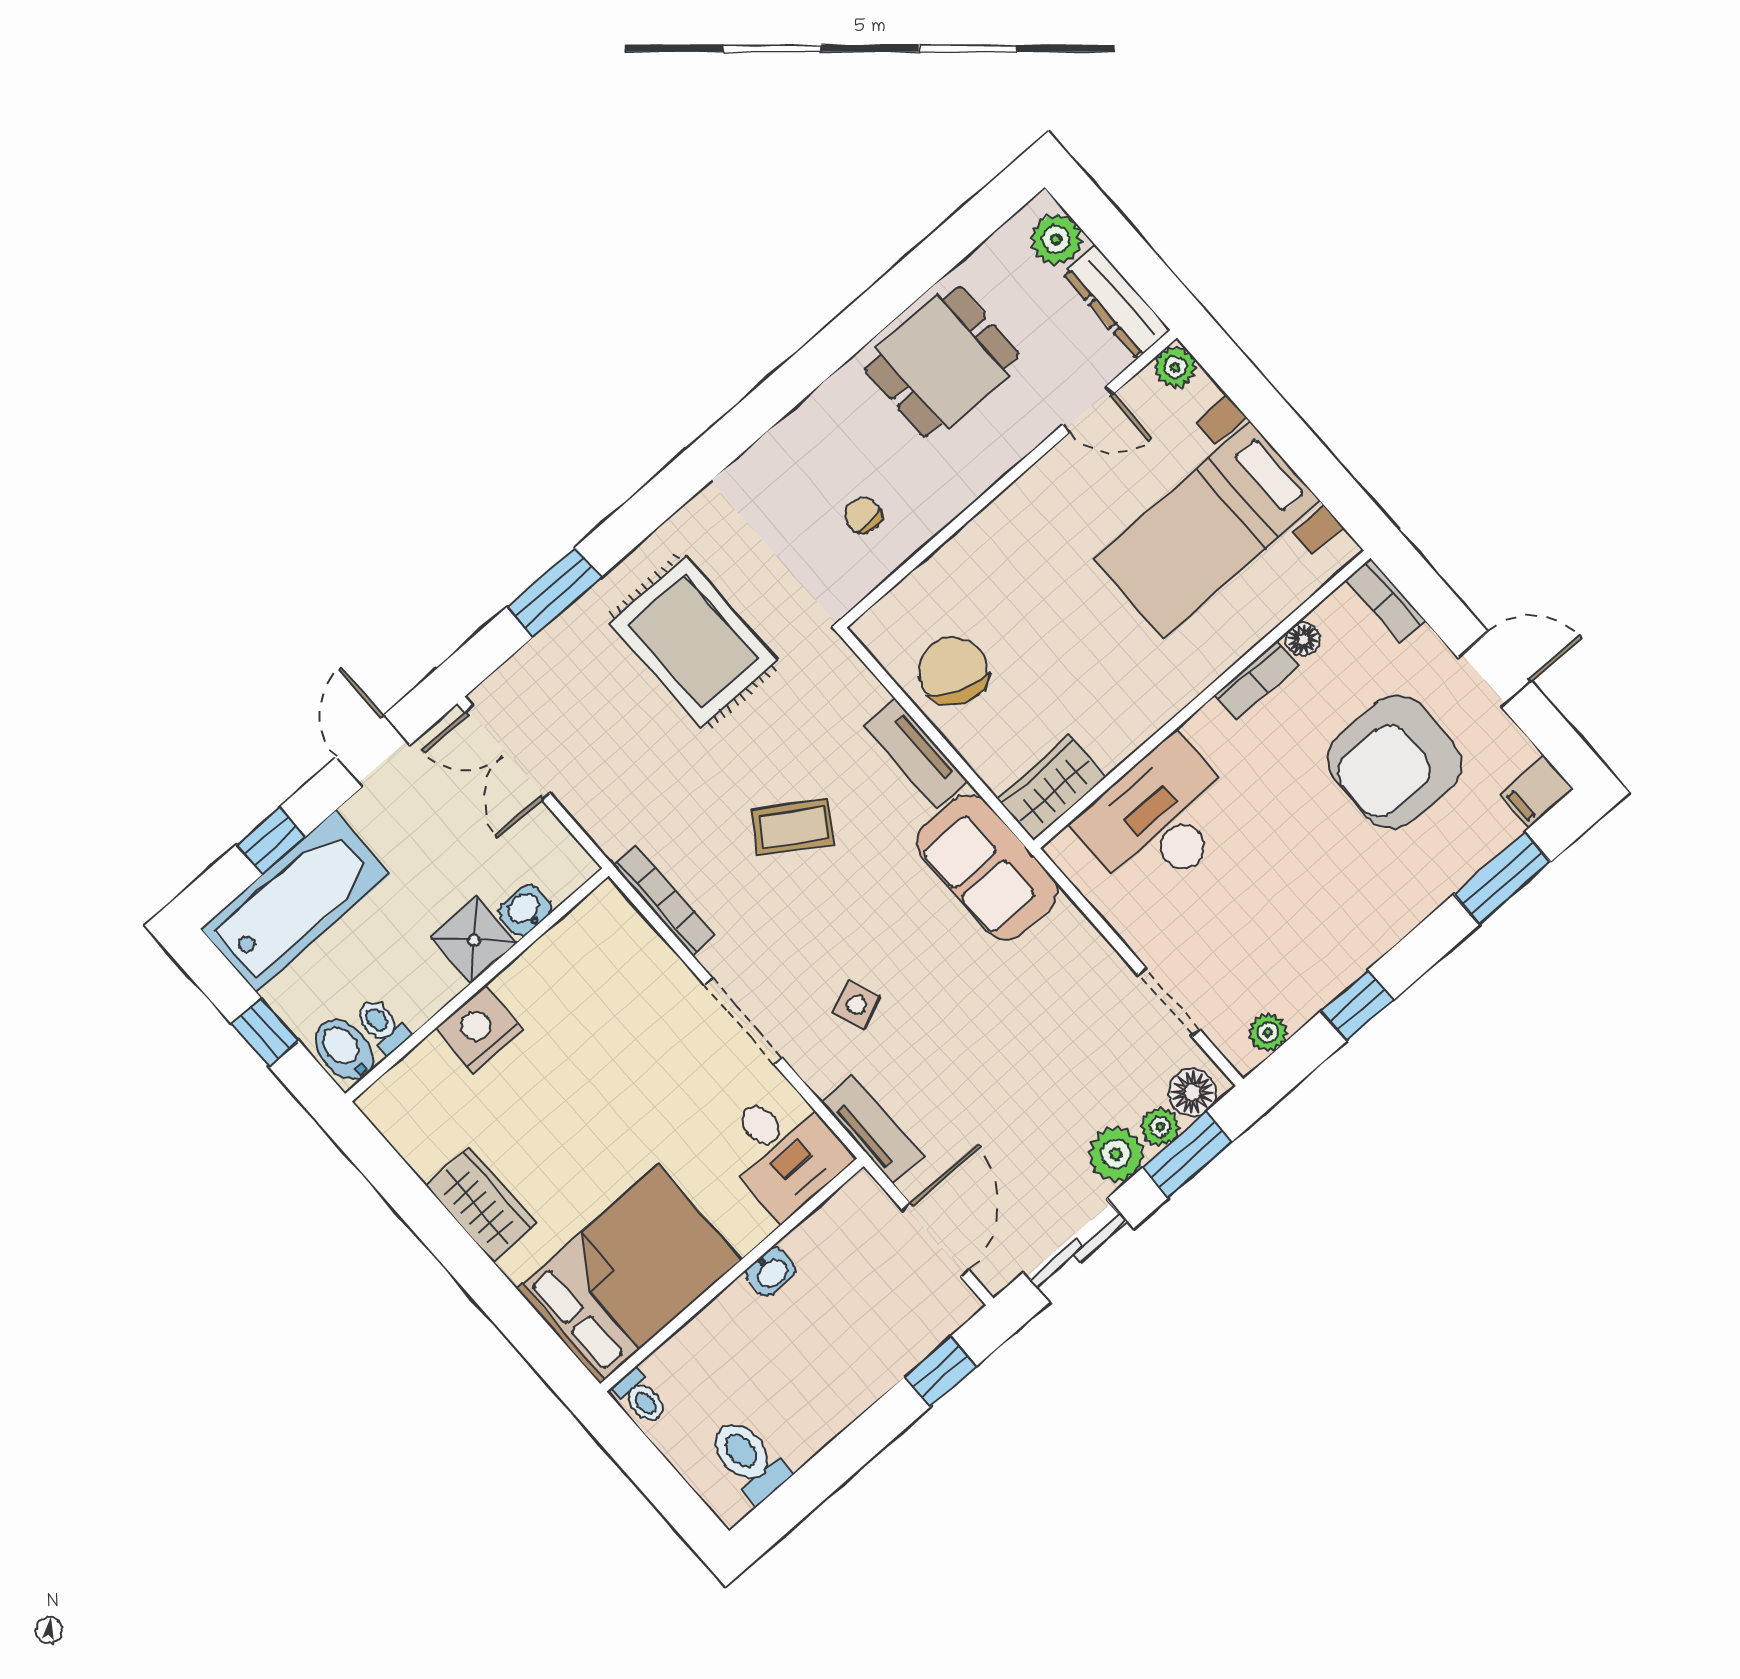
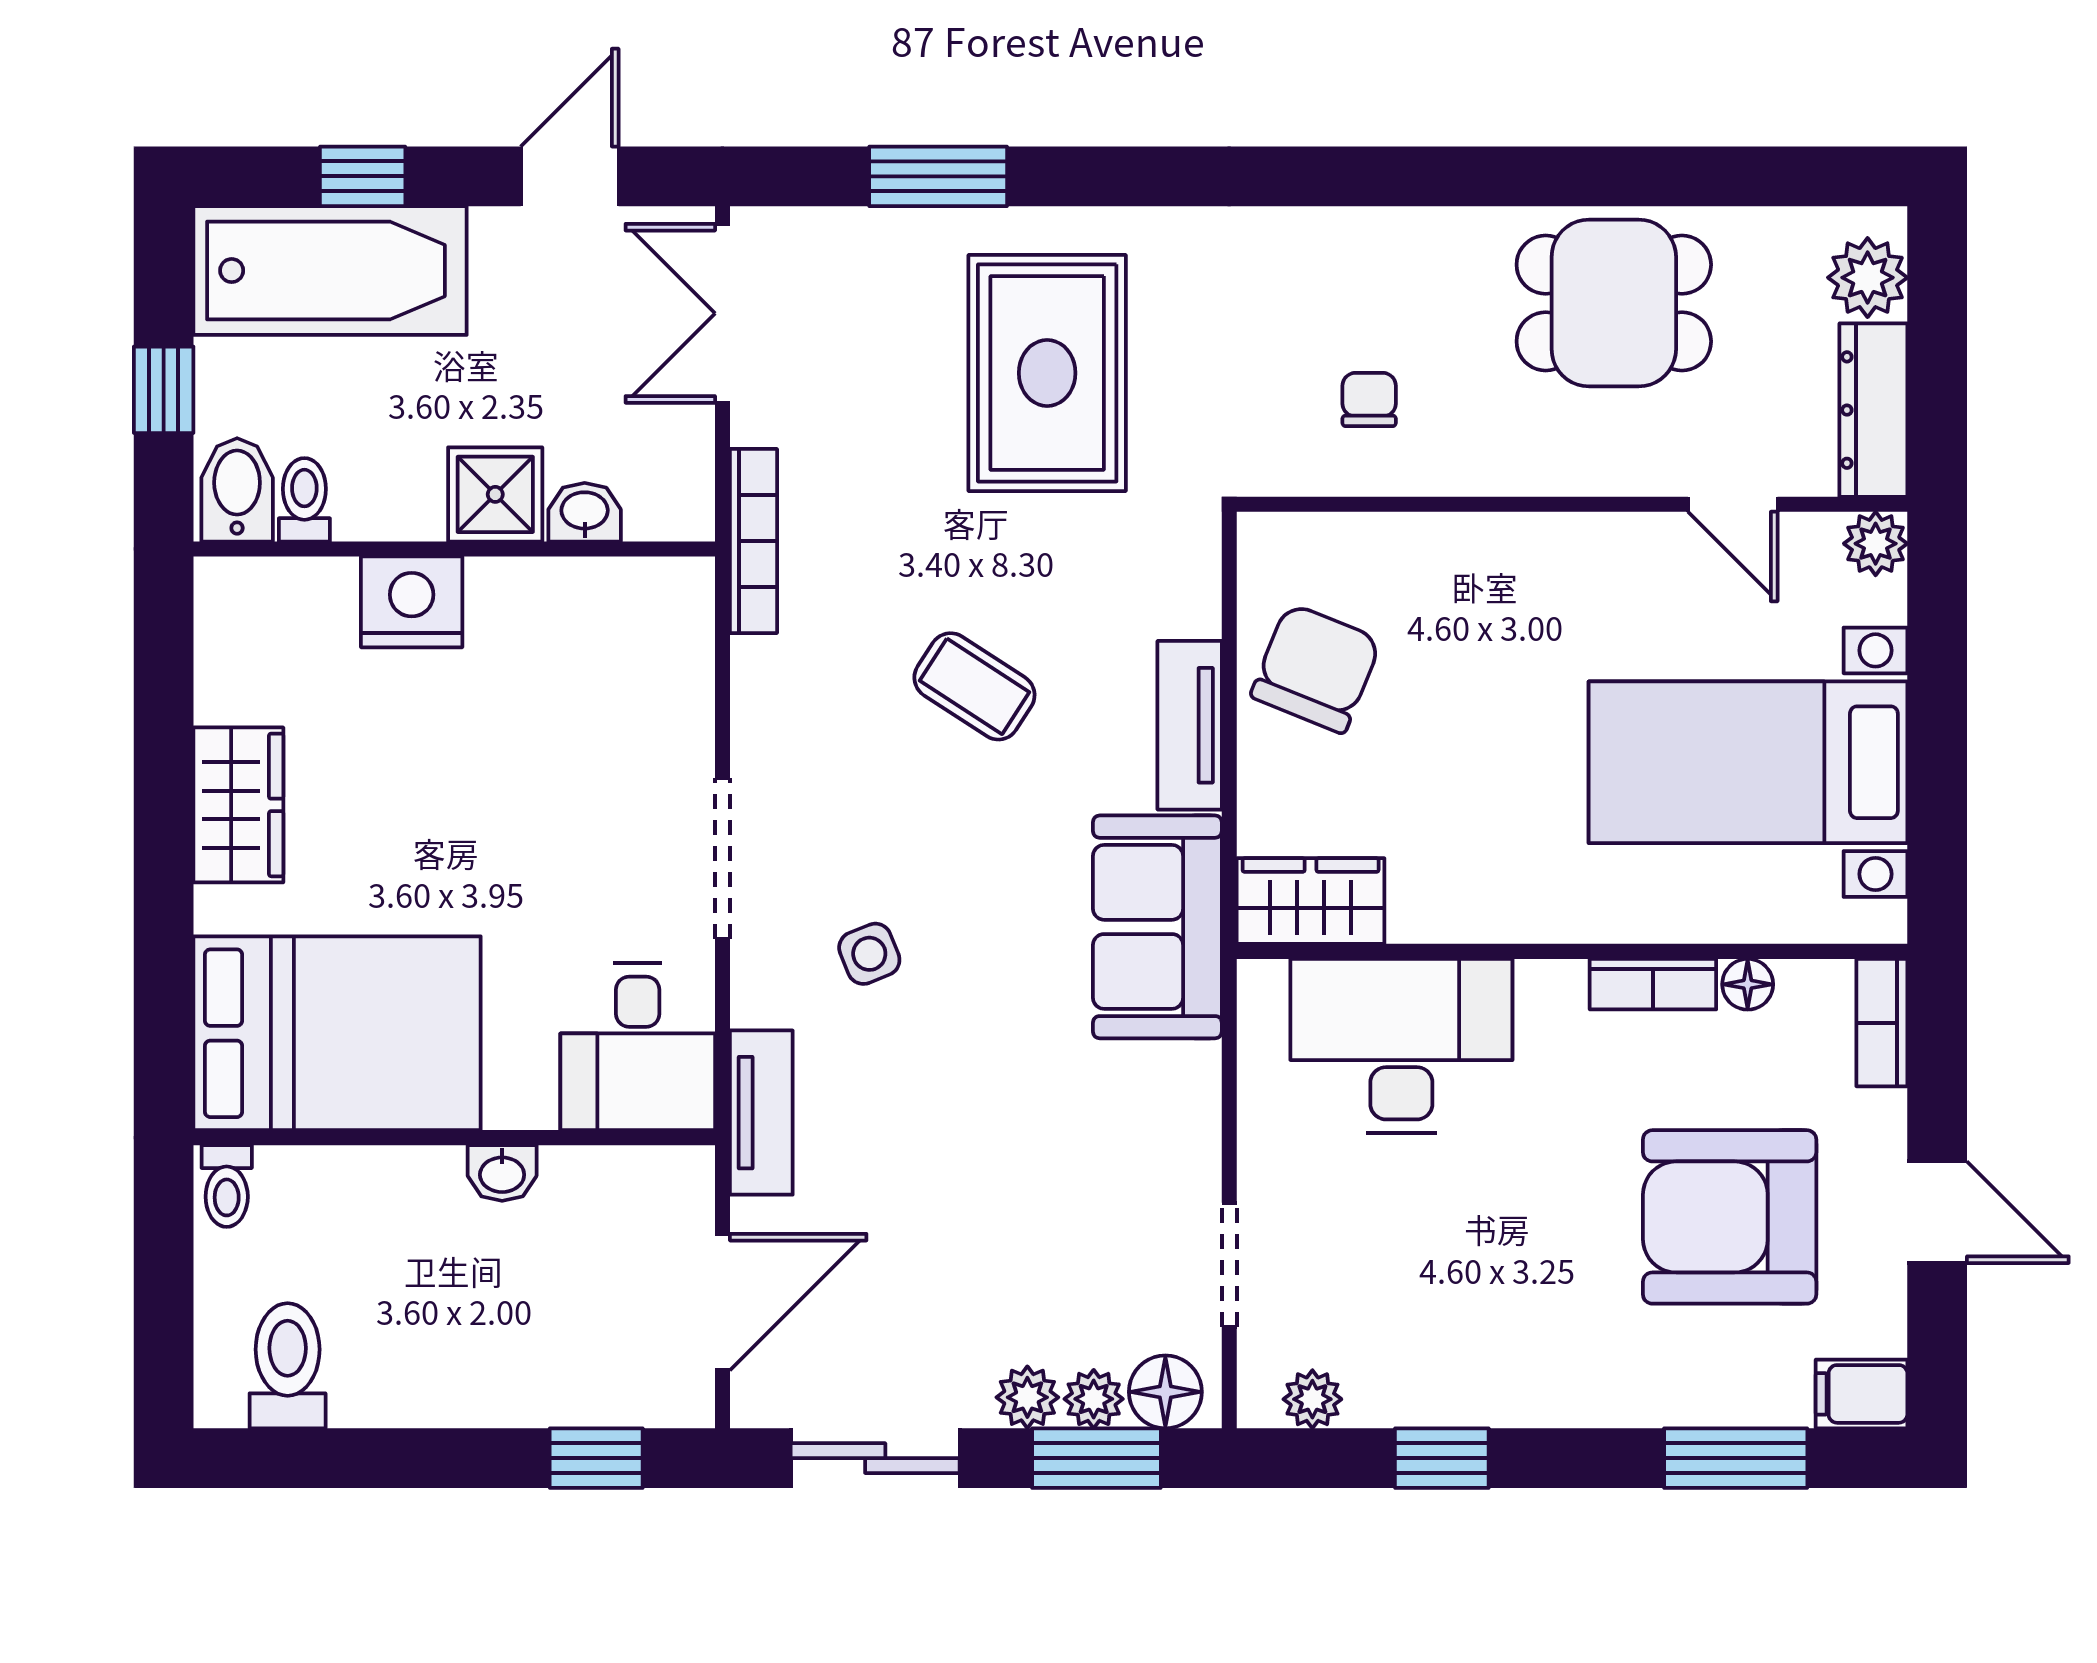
bookcase: (664, 900) -> (754, 541), moved
plant: (1116, 1154) -> (1027, 1397), width x0.73, depth x0.73

